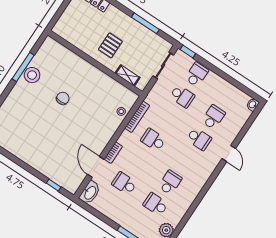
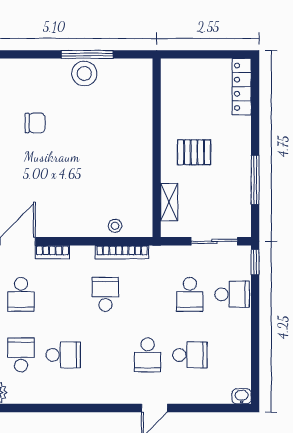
chair: (63, 98) -> (35, 123), moved
school desk: (124, 183) -> (21, 294), turned 180

